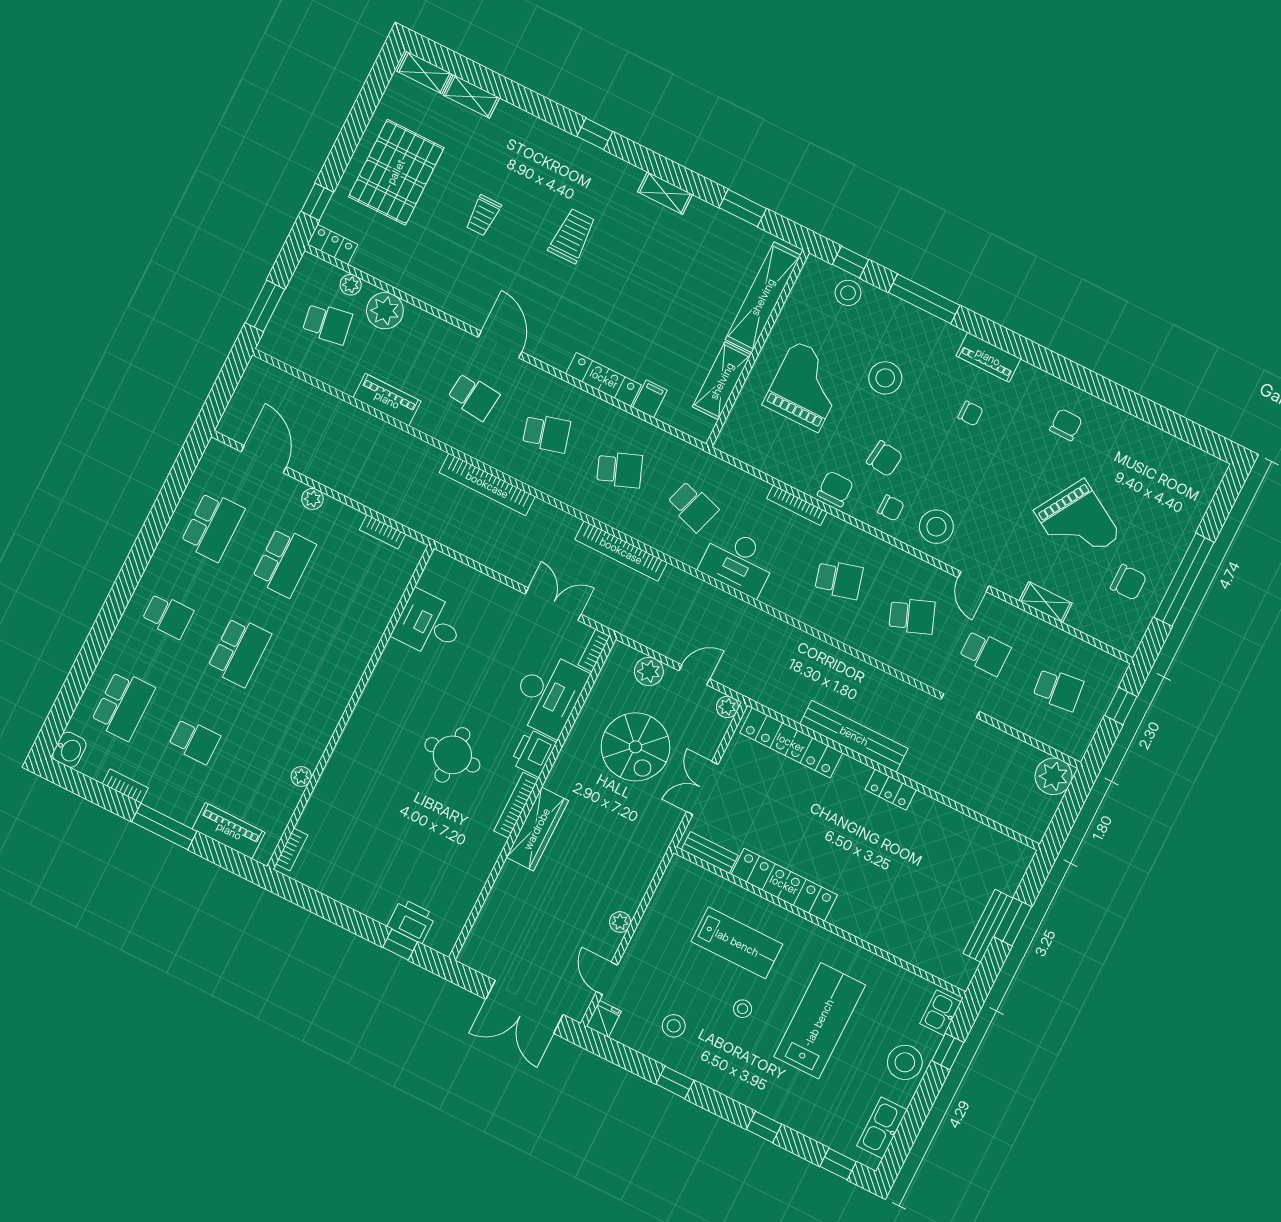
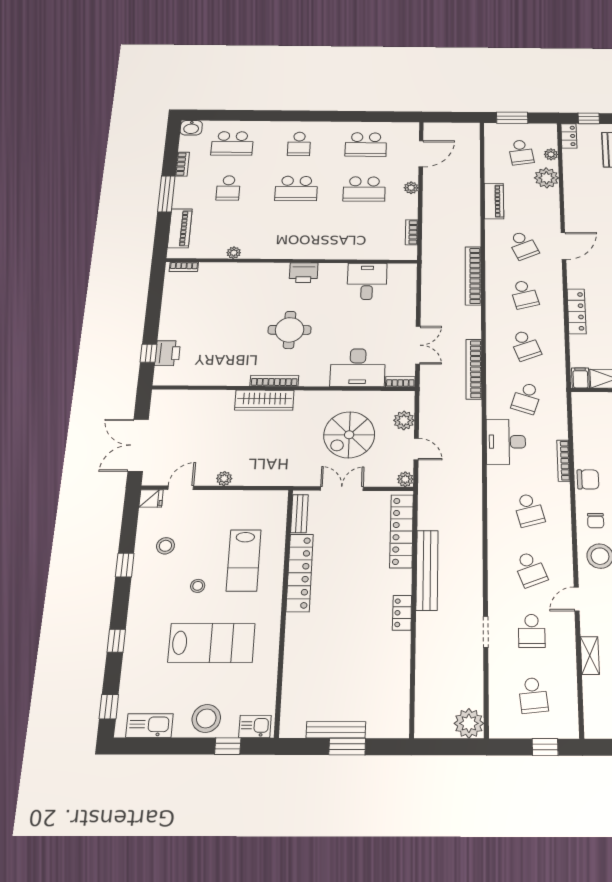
school desk: (473, 397) -> (523, 245), turned -30
filing cabinet: (650, 399) -> (580, 378), moved, turned -90
printer: (533, 753) -> (304, 273), moved, turned 180

